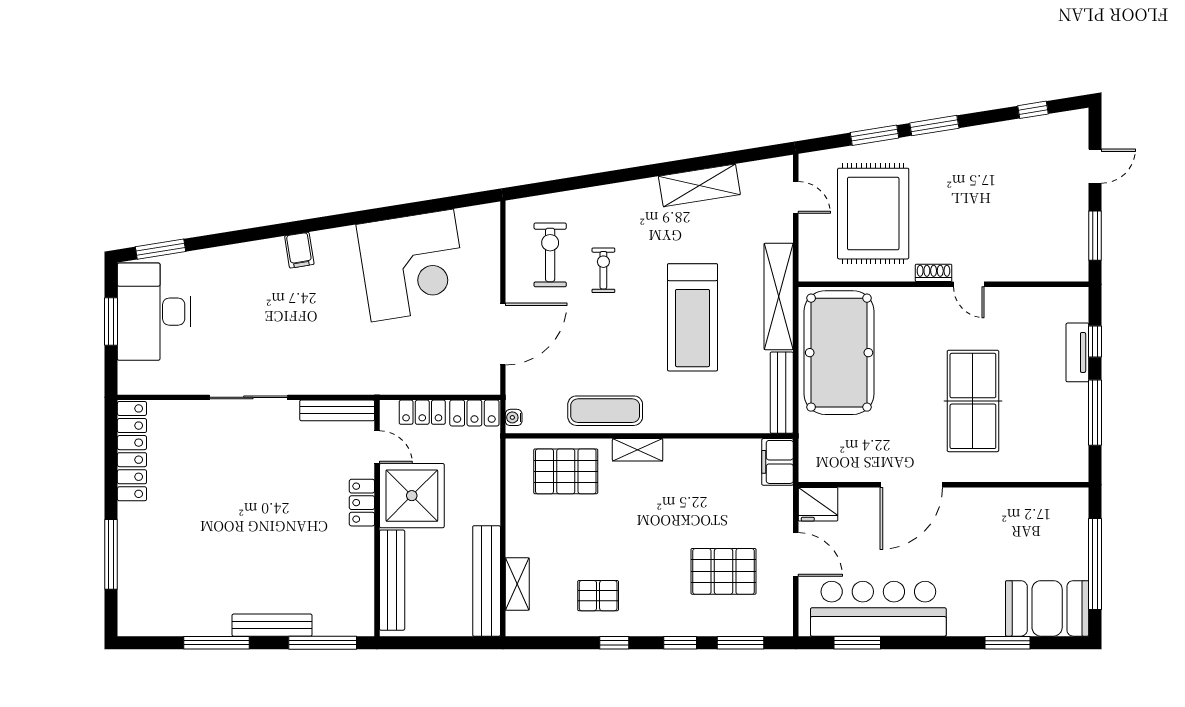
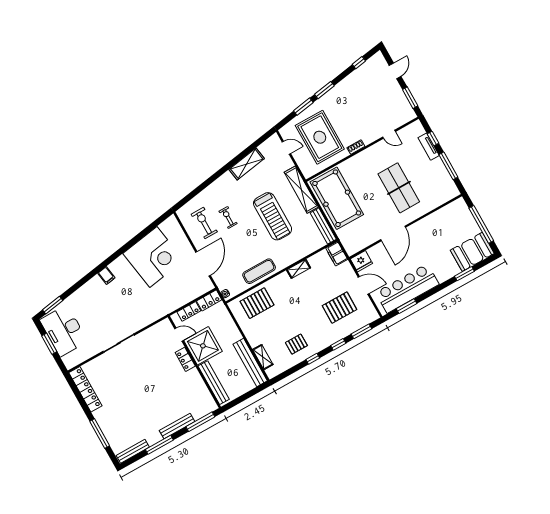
door: (969, 284) -> (389, 134), moved
bench: (337, 410) -> (133, 451), moved
shelving: (638, 450) -> (299, 269), moved

